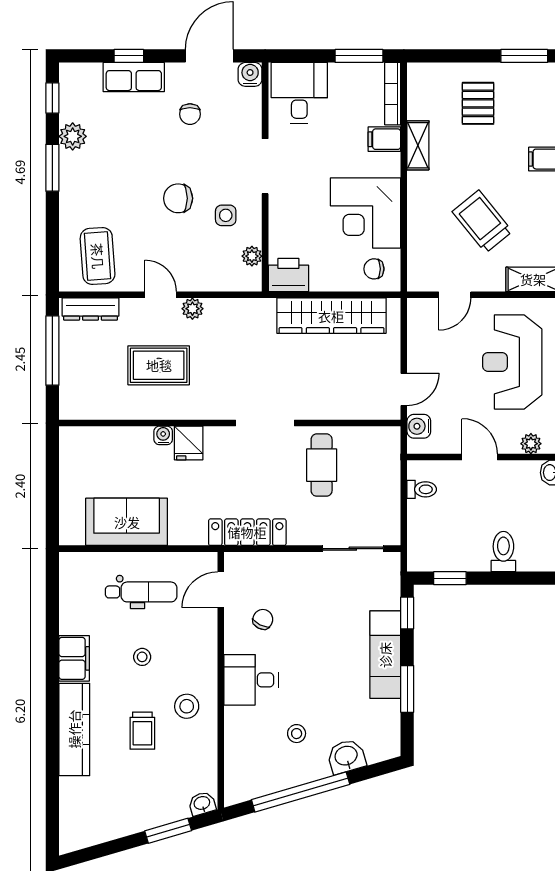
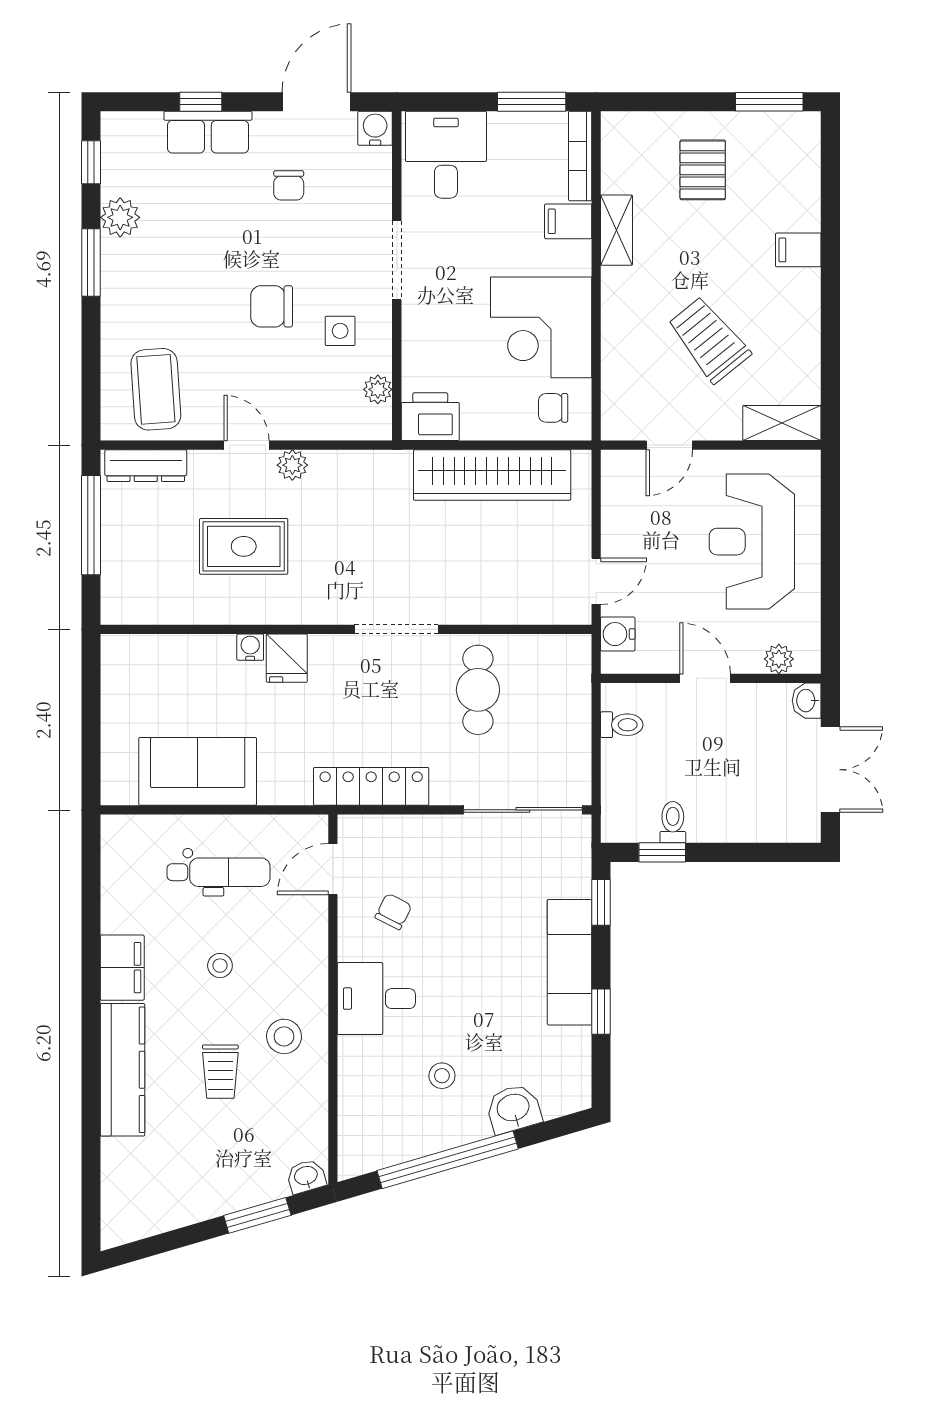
sliding door: (353, 549) -> (523, 810), width x1.37
toilet: (503, 552) -> (673, 822), moved, width x0.73, depth x0.72
window: (407, 689) -> (601, 1012), width x0.67

